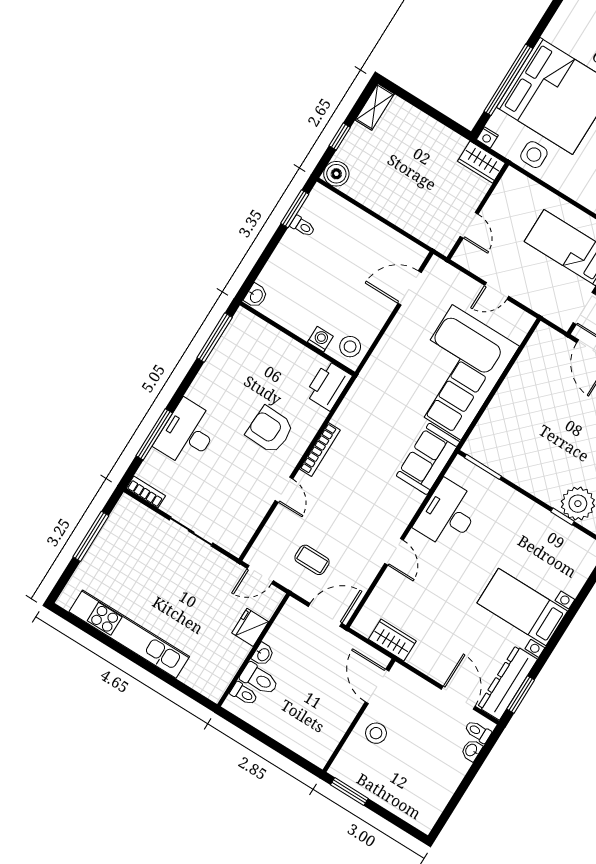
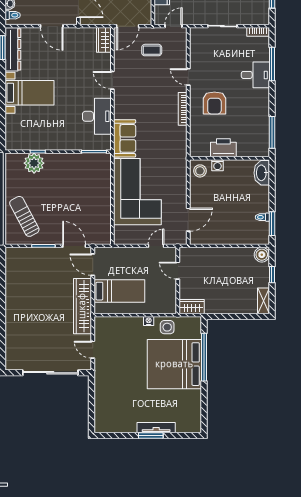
nightstand: (487, 137) -> (149, 321), moved
door: (497, 291) -> (156, 246), moved
washbasin: (256, 296) -> (262, 173), width x1.91, depth x1.45
printer: (328, 385) -> (223, 148), moved, turned -90
armchair: (270, 430) -> (214, 103), turned 88
desk: (187, 433) -> (255, 75), width x0.73
wardrobe: (392, 640) -> (104, 40), moved, turned 90
door: (458, 698) -> (52, 26), moved

